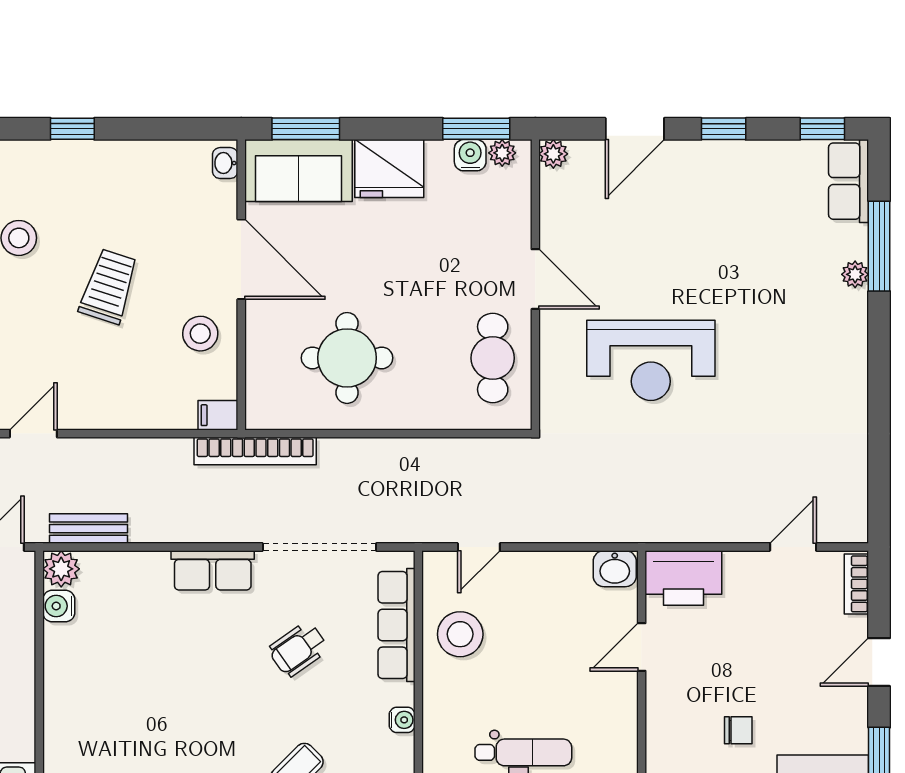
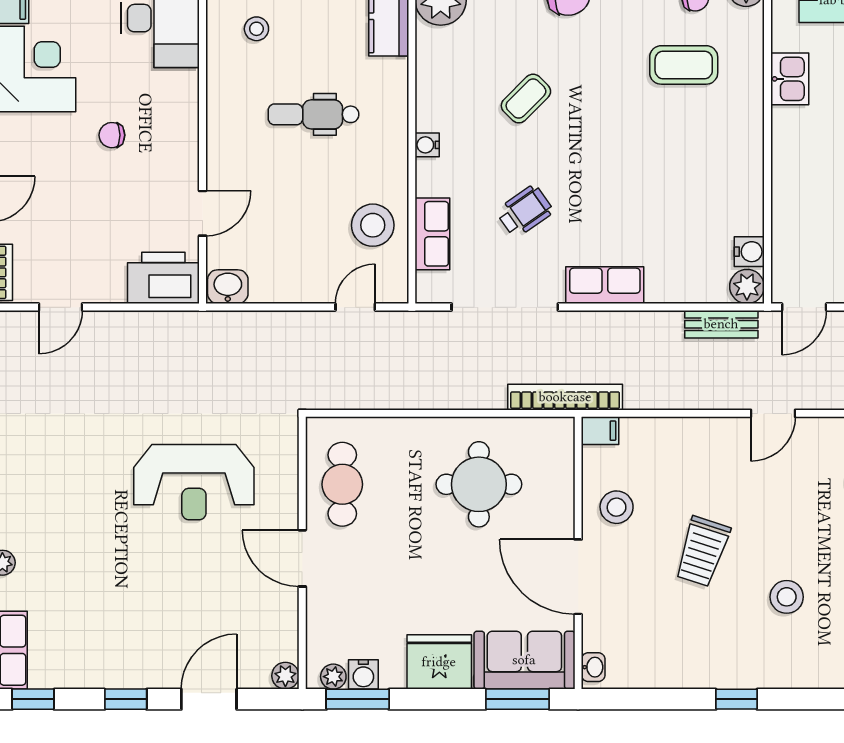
reception desk: (651, 360) -> (194, 482), turned 180
row of seats: (397, 625) -> (432, 234), width x0.68

